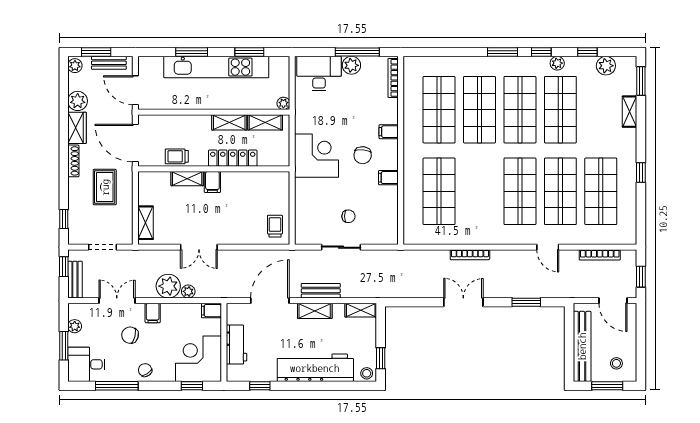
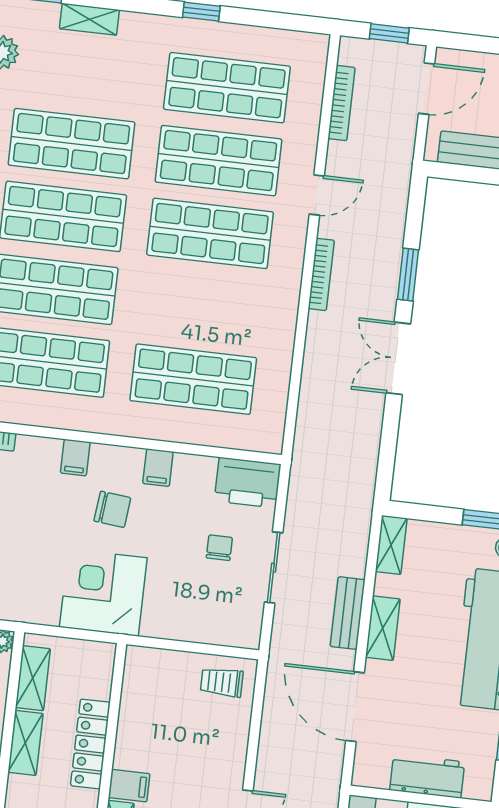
printer: (386, 228) -> (248, 483), added
bookcase: (470, 255) -> (321, 274), moved
window: (526, 302) -> (408, 275), moved

